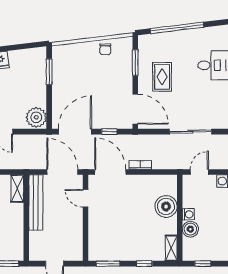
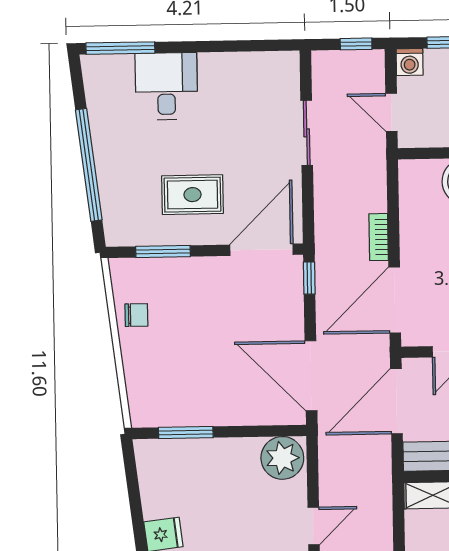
window: (109, 132) -> (309, 278), moved
sliding door: (190, 132) -> (307, 133), width x0.73

